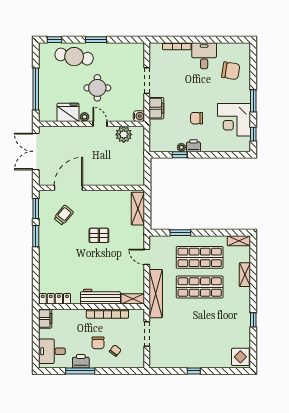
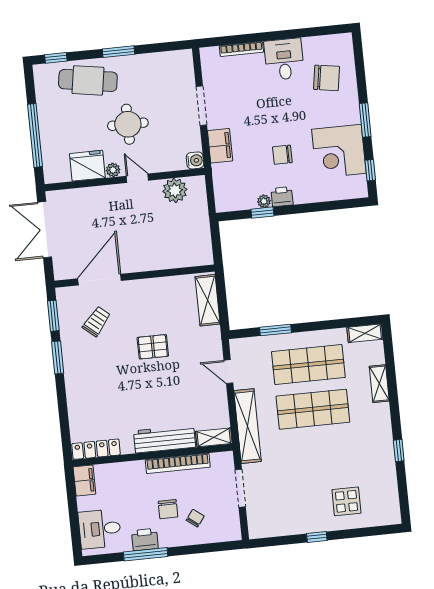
display table: (240, 357) -> (346, 501), moved

